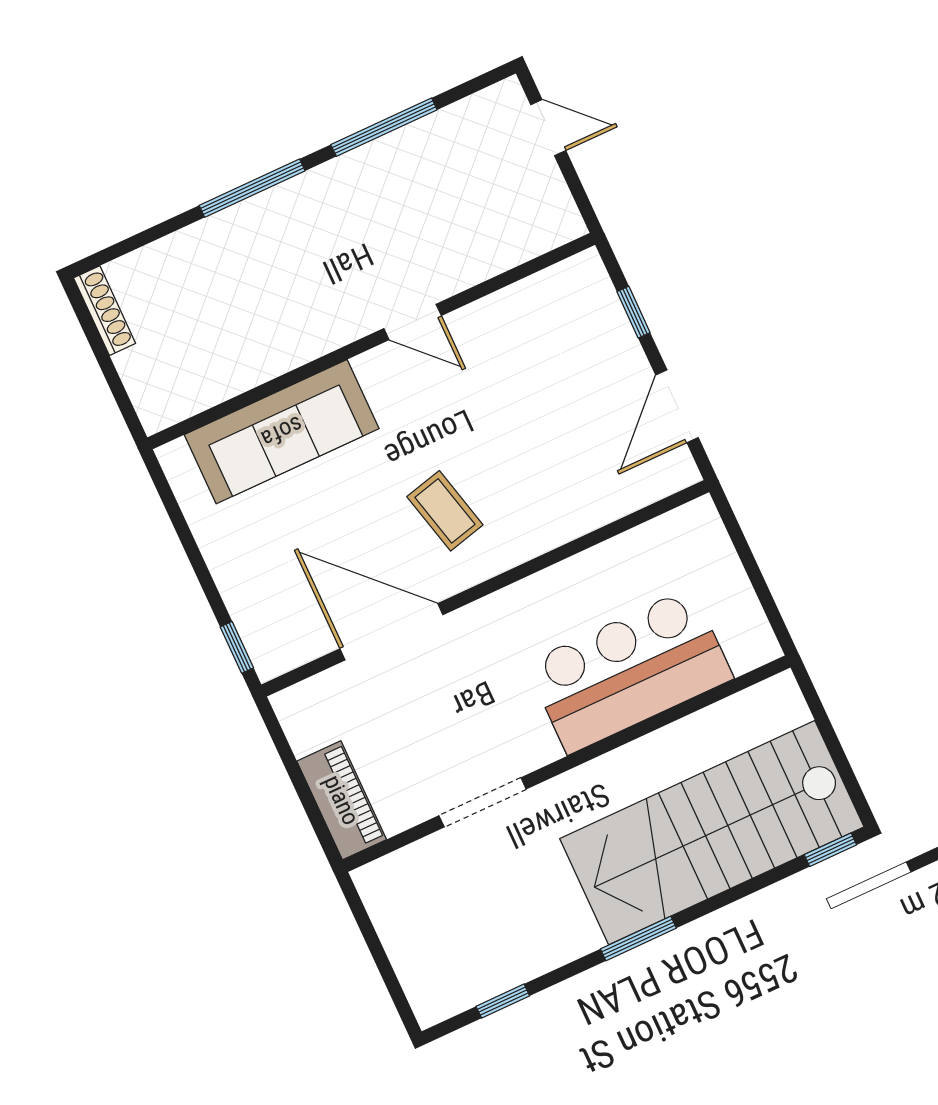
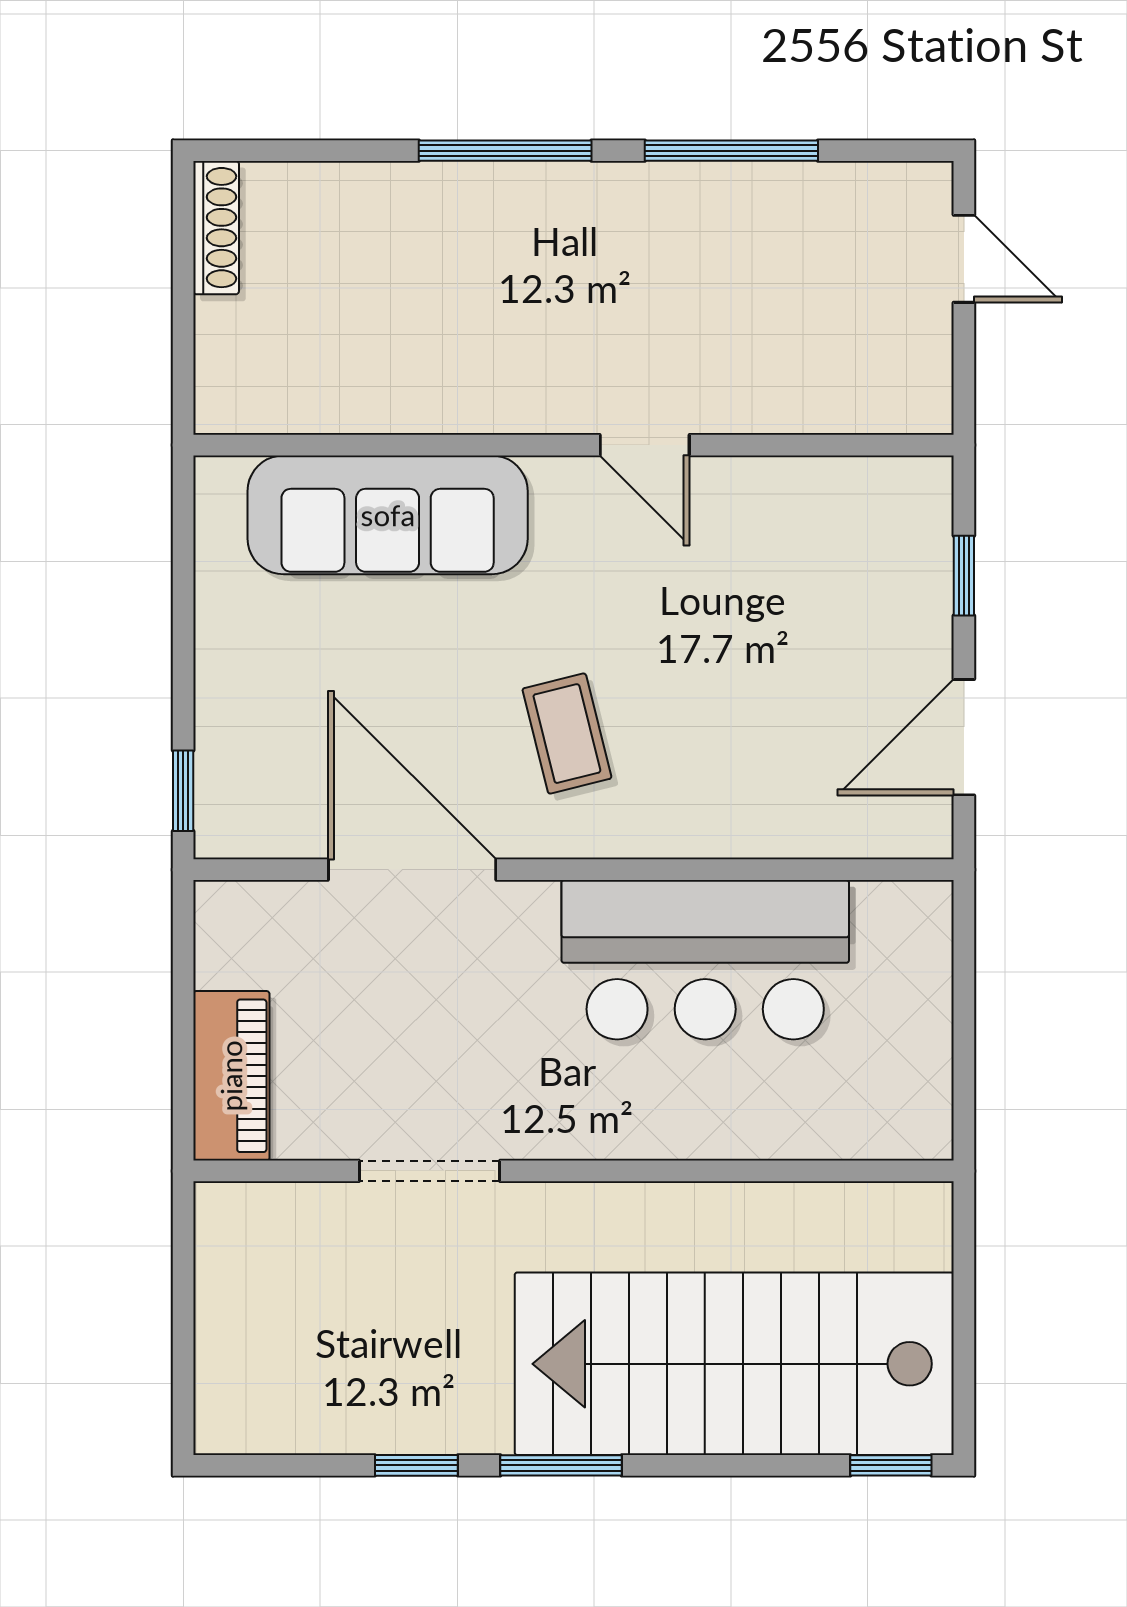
bar counter: (630, 671) -> (705, 960), moved, turned 180
window: (503, 1001) -> (416, 1465), moved

